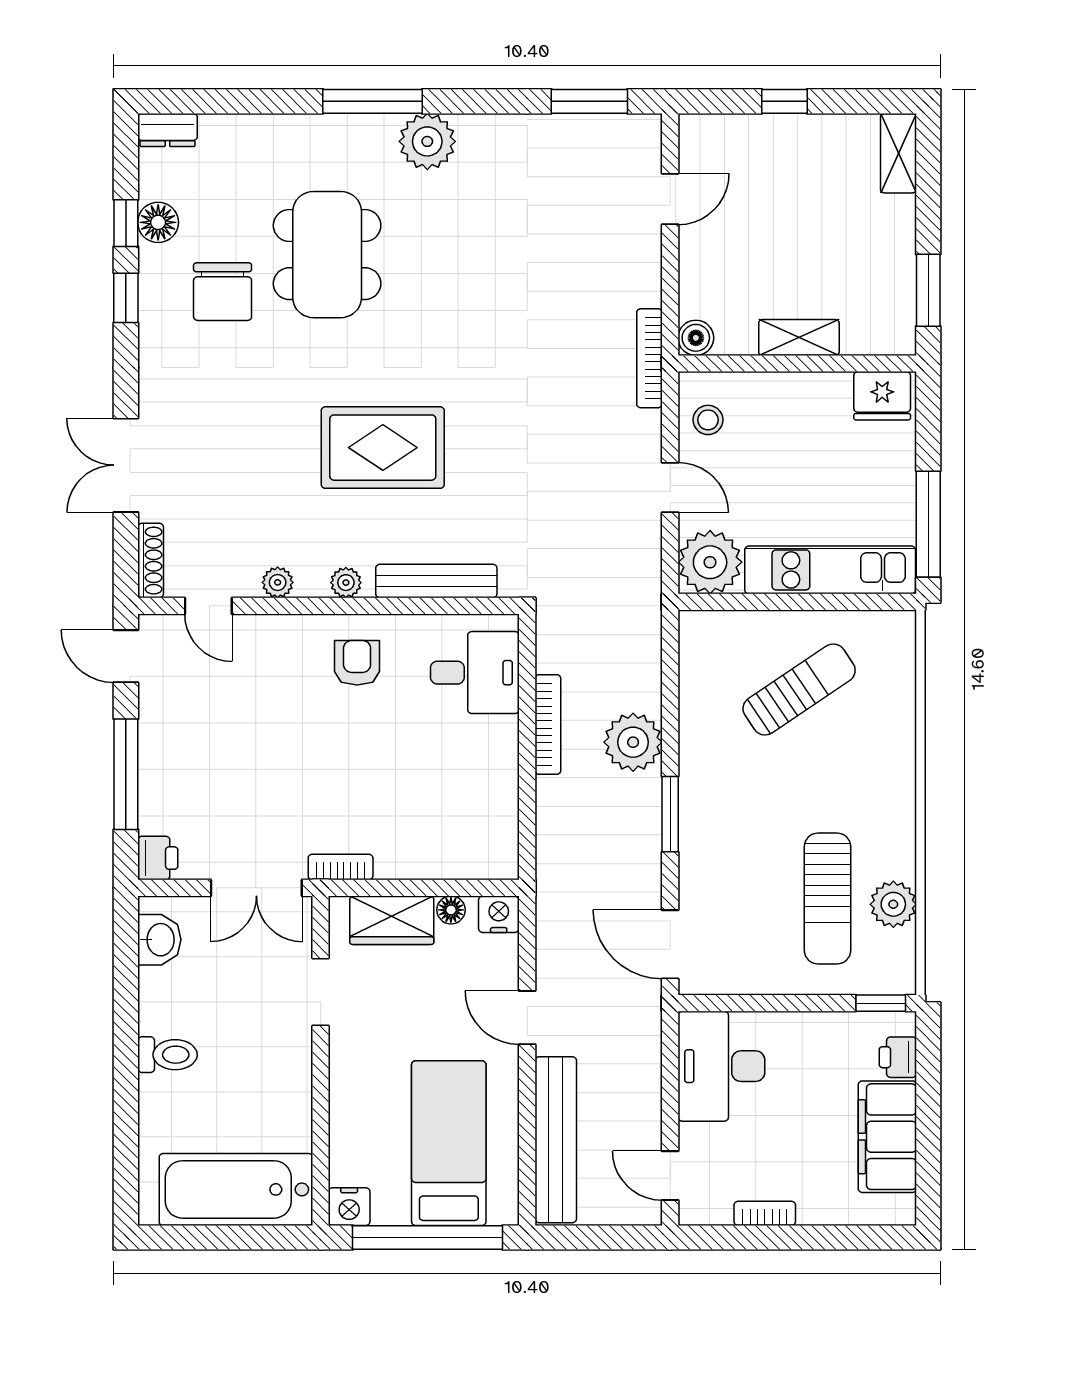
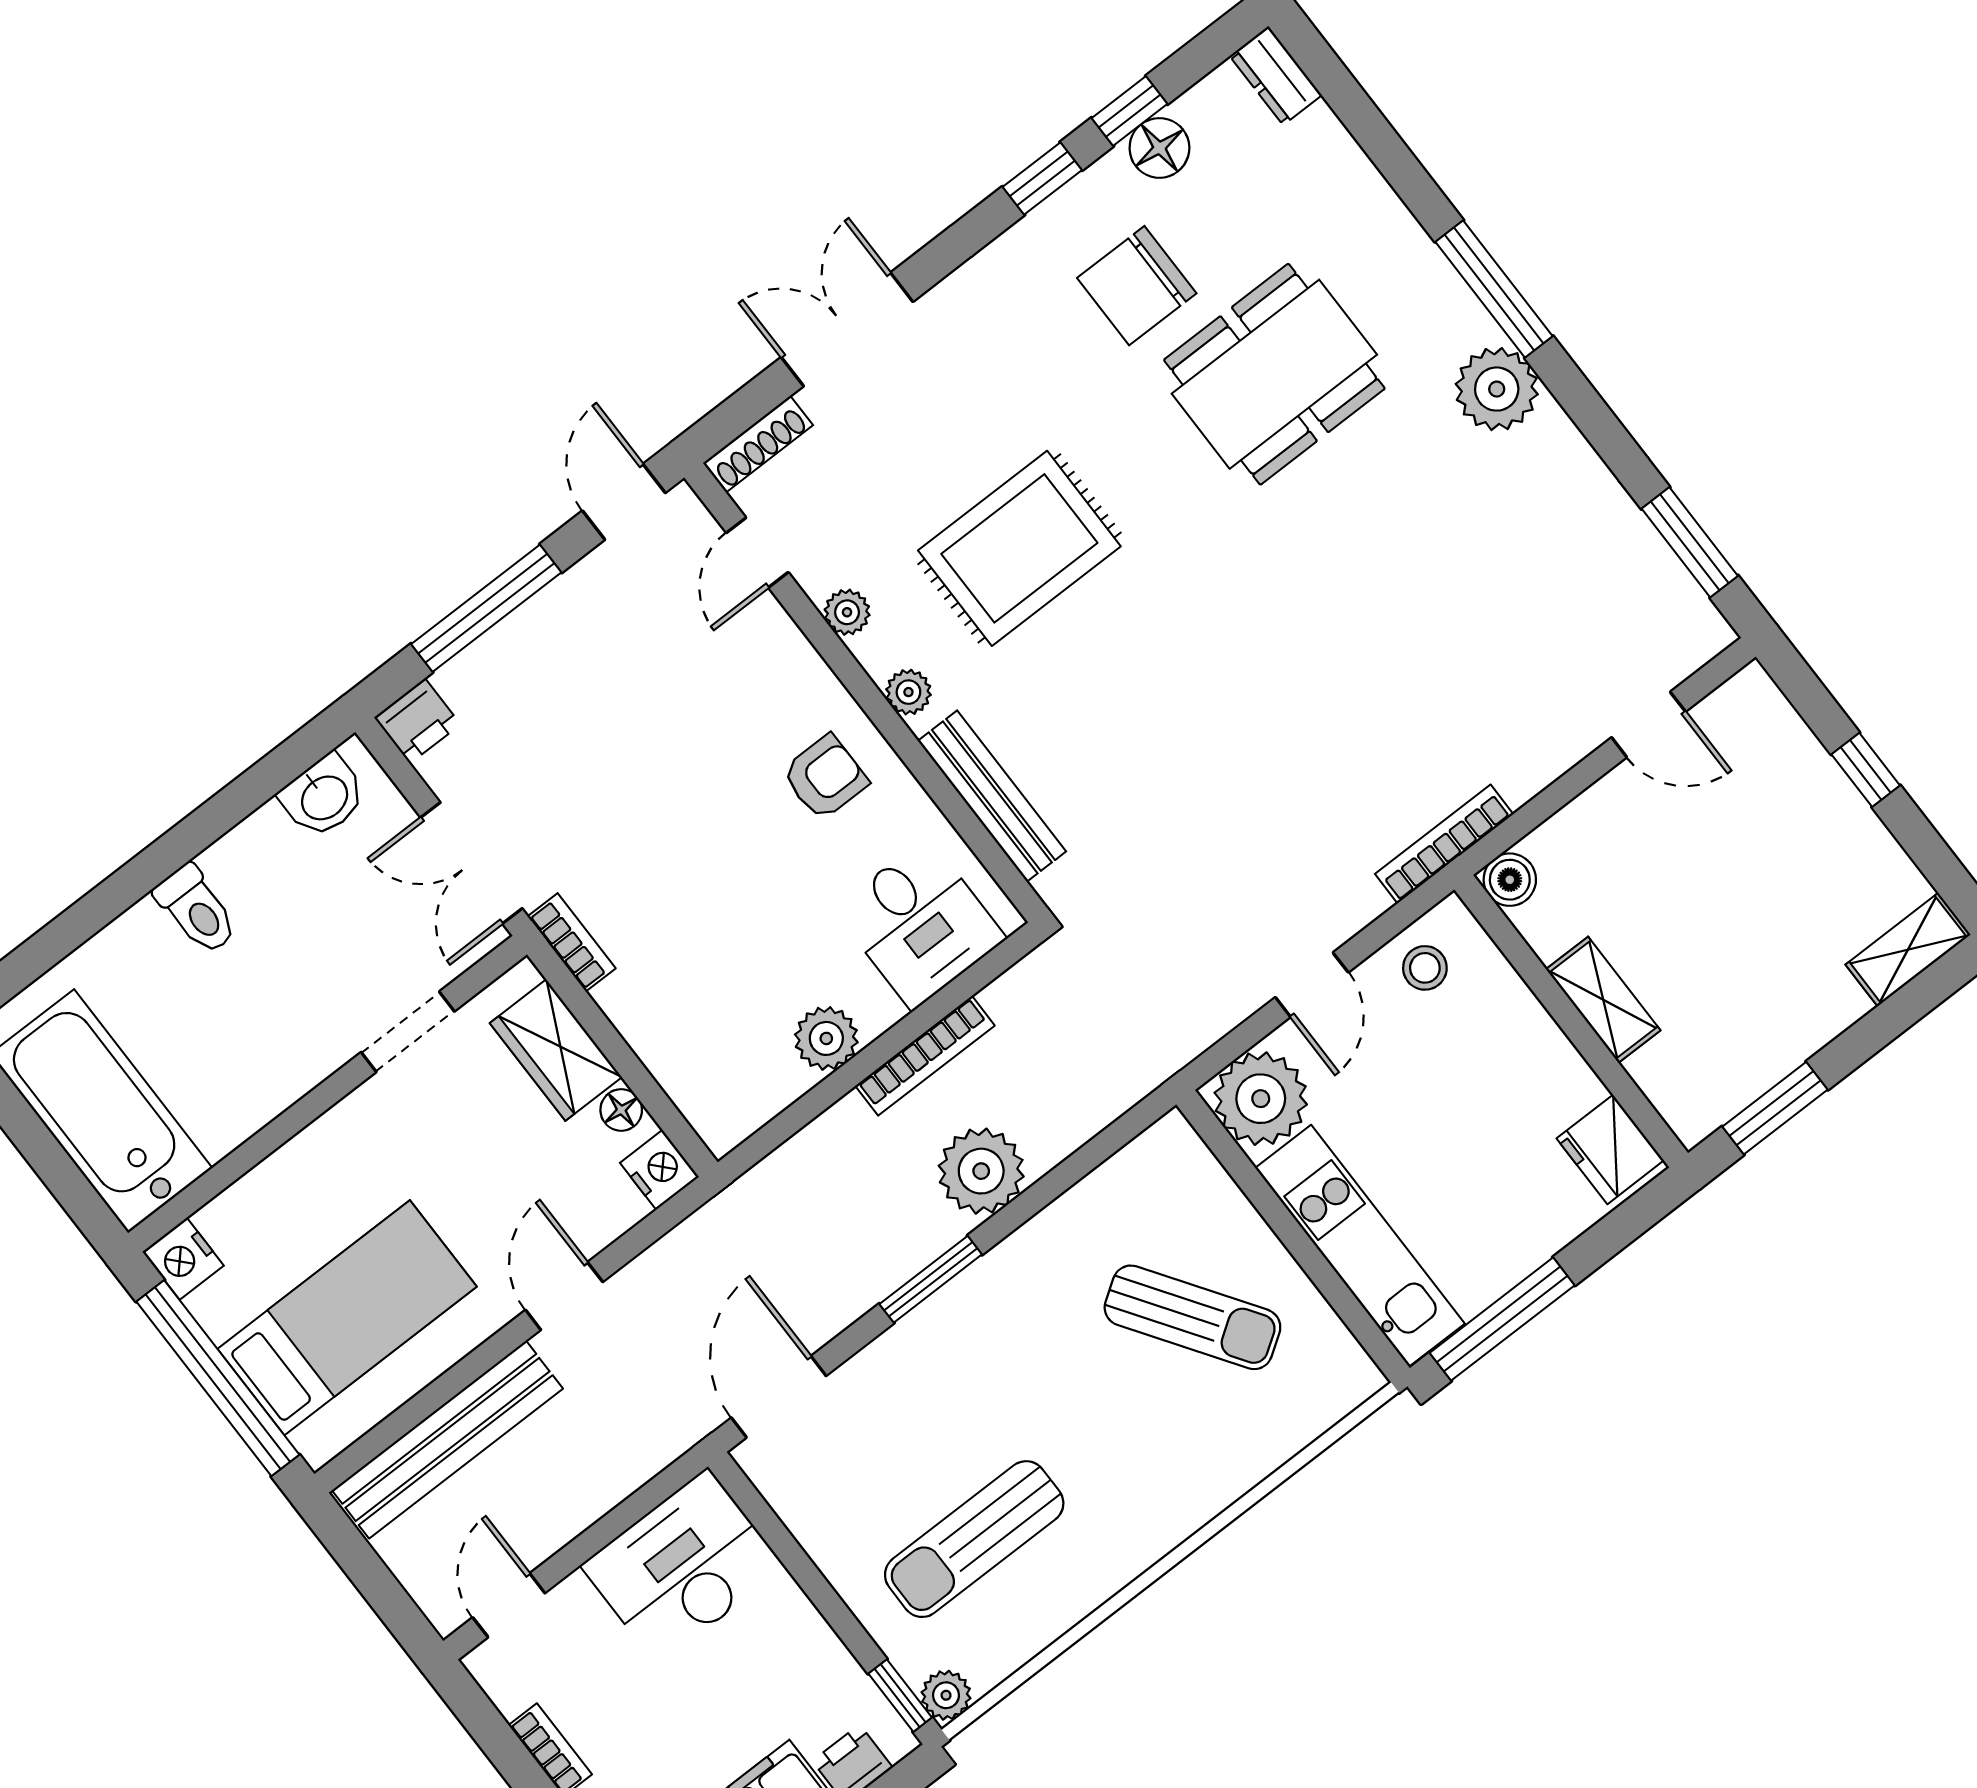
rug: (383, 448) -> (1019, 548), moved, turned 90
plant: (498, 770) -> (826, 1038), added
plant: (893, 904) -> (946, 1695), moved, width x0.73, depth x0.73

